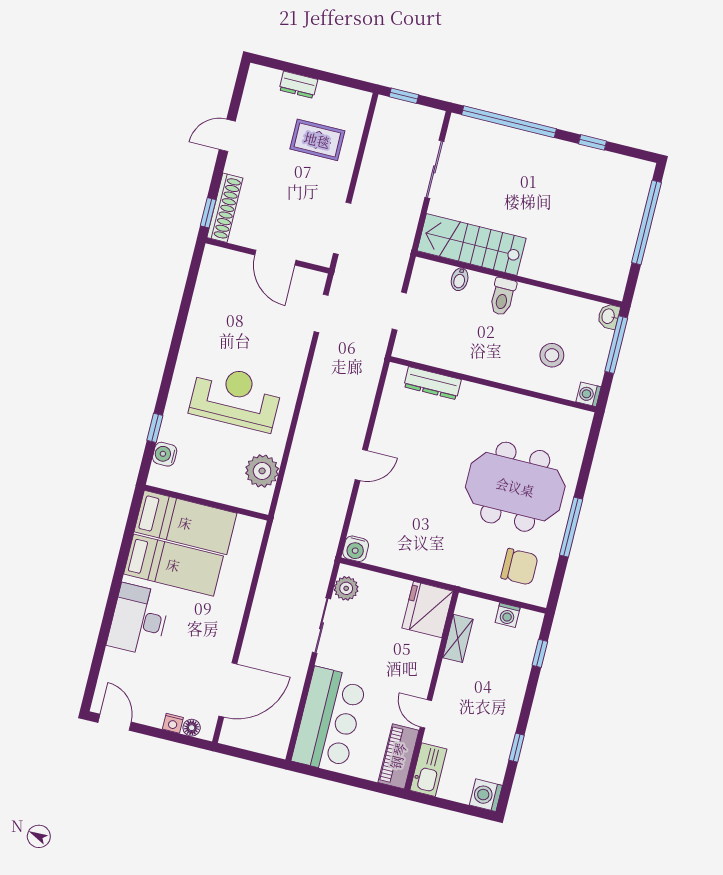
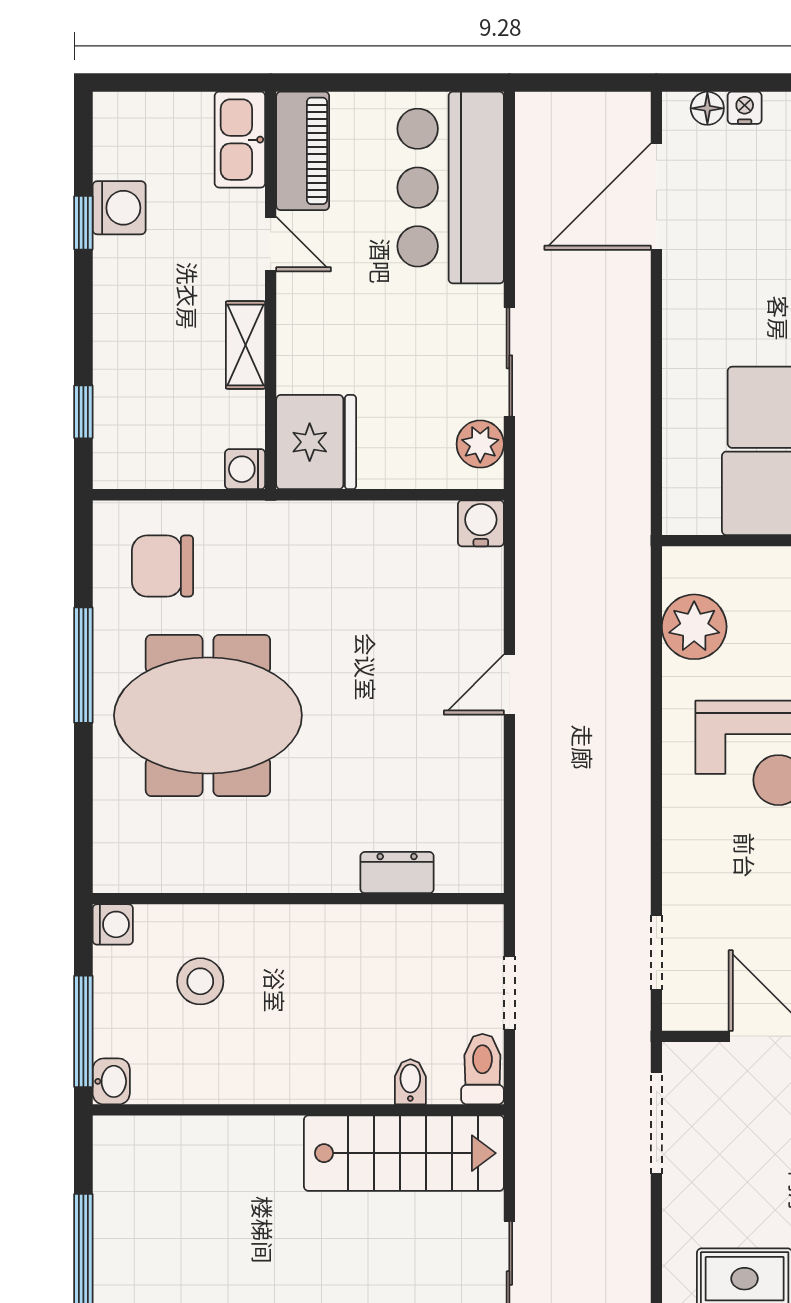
toilet: (503, 297) -> (482, 1069), moved
dresser: (432, 383) -> (397, 873), width x0.70
washing machine: (508, 615) -> (245, 469), moved, turned -90
shelving: (458, 638) -> (245, 345), moved
washing machine: (486, 795) -> (119, 208), moved

